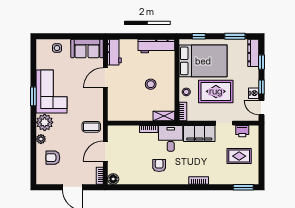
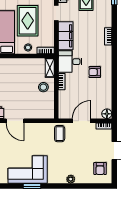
stool: (151, 84) -> (43, 87), moved
plant: (45, 122) -> (56, 176), removed
door: (105, 151) -> (82, 121), swing flipped
armchair: (53, 158) -> (100, 169), moved

